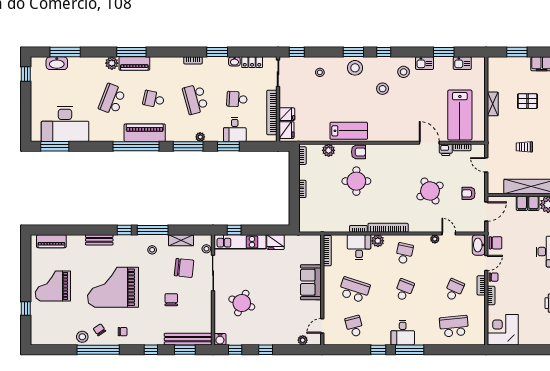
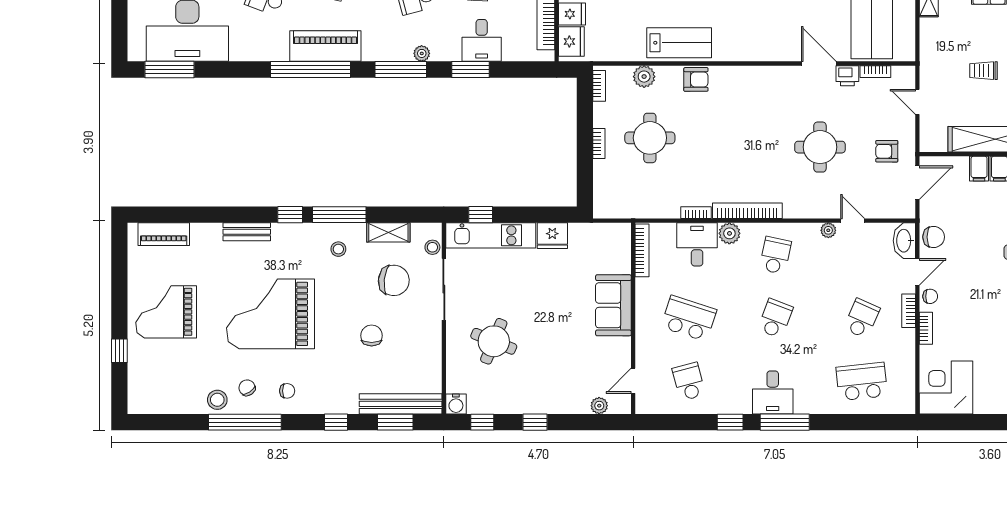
round table: (356, 181) -> (650, 138), moved
round table: (430, 191) -> (820, 147), turned 30

